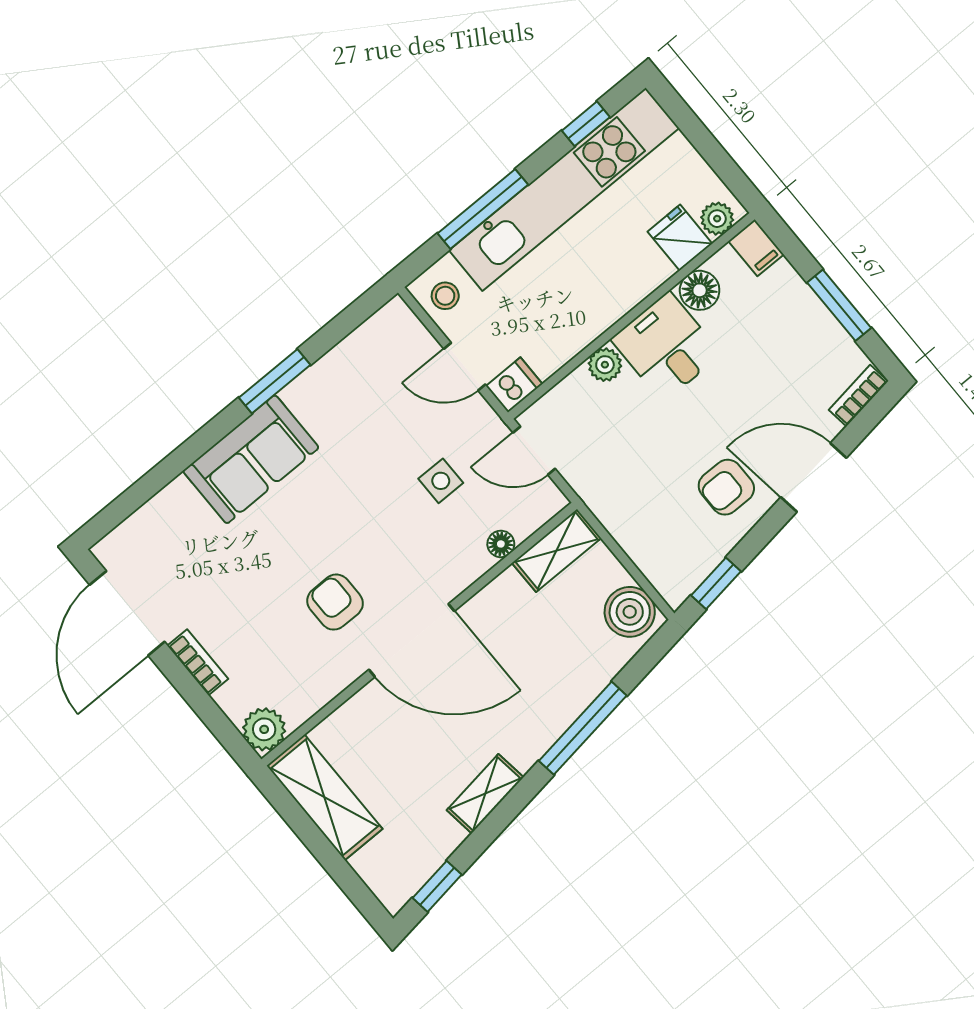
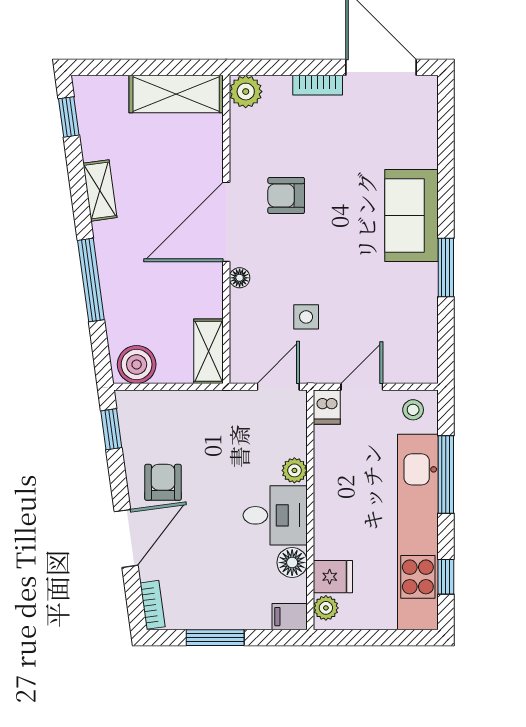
floor lamp: (501, 544) -> (240, 278), moved
armchair: (335, 602) -> (286, 195), turned 180

